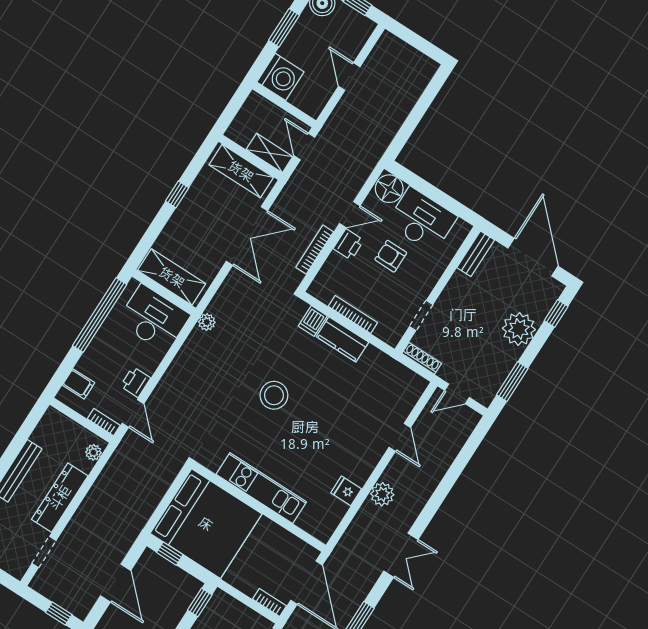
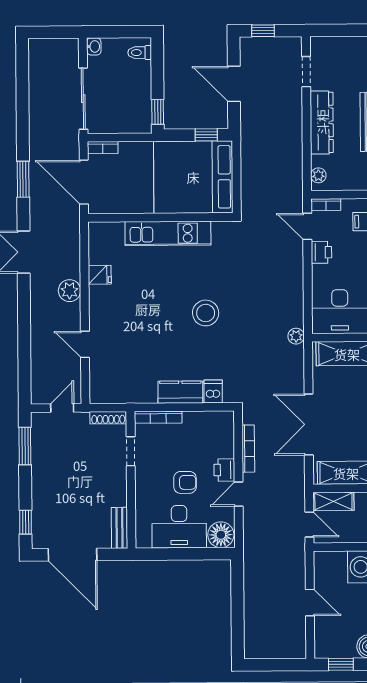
bookcase: (353, 315) -> (158, 417), moved
plant: (519, 329) -> (47, 491), removed

